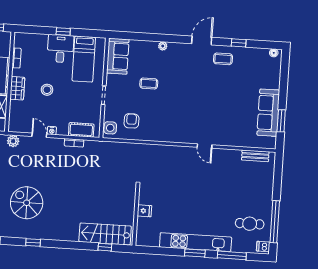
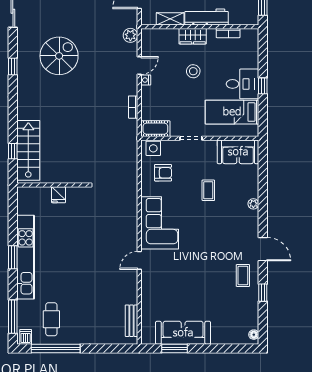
corner sofa: (174, 127) -> (160, 223), added
cot: (81, 130) -> (155, 129), moved, turned 90
window: (232, 255) -> (13, 317), moved

